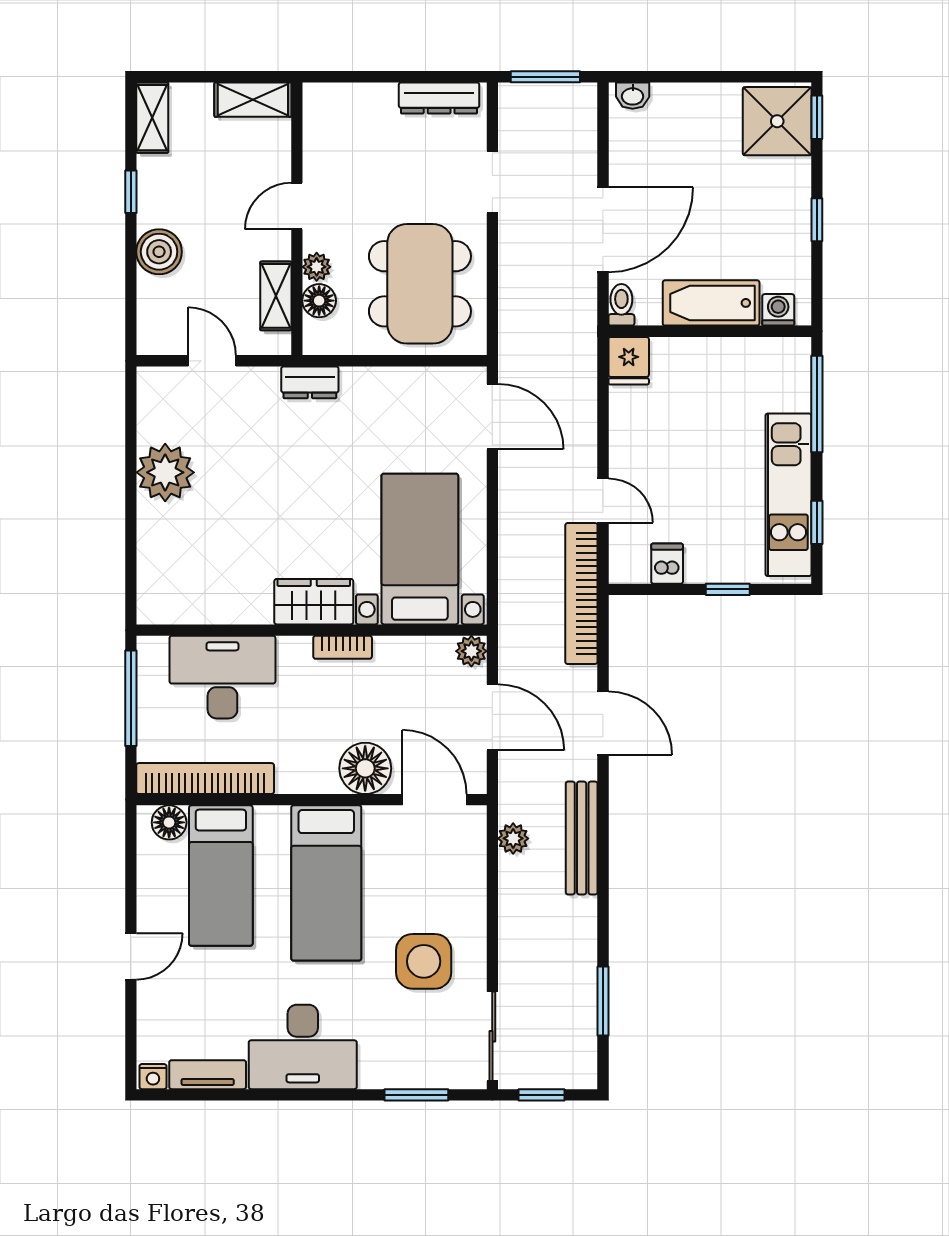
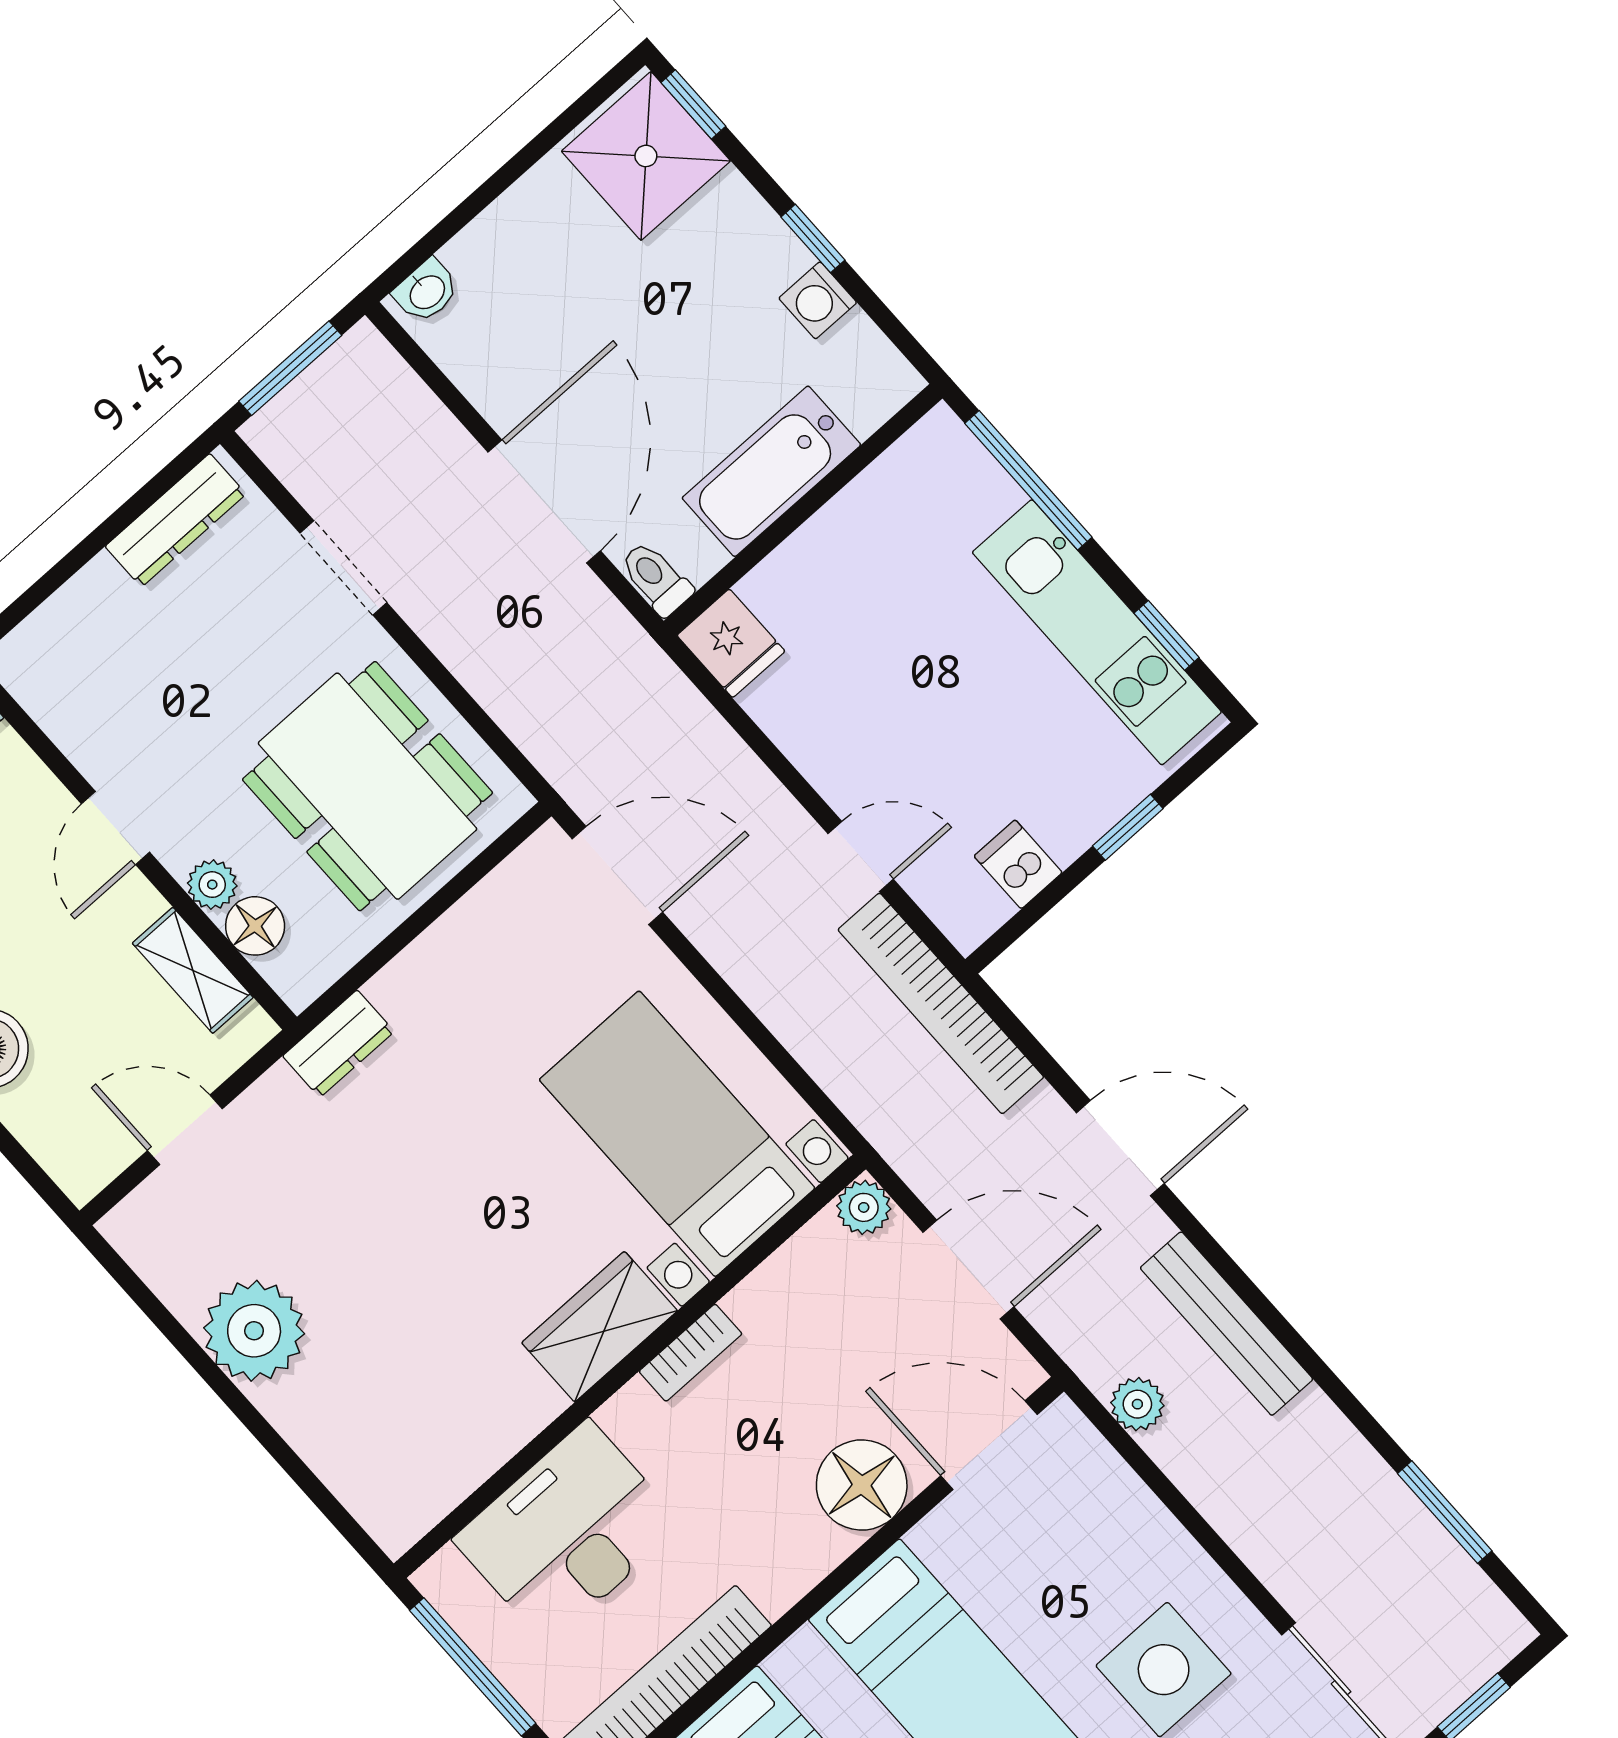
washing machine: (778, 310) -> (818, 300), moved, turned -90

